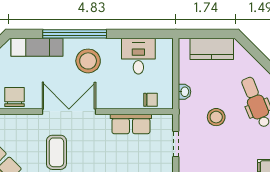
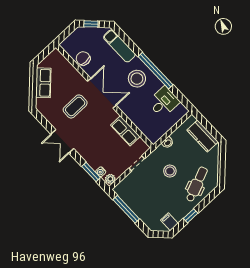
window: (75, 34) -> (156, 71), moved
chair: (14, 97) -> (83, 58), turned -90
chair: (151, 100) -> (147, 129), removed

